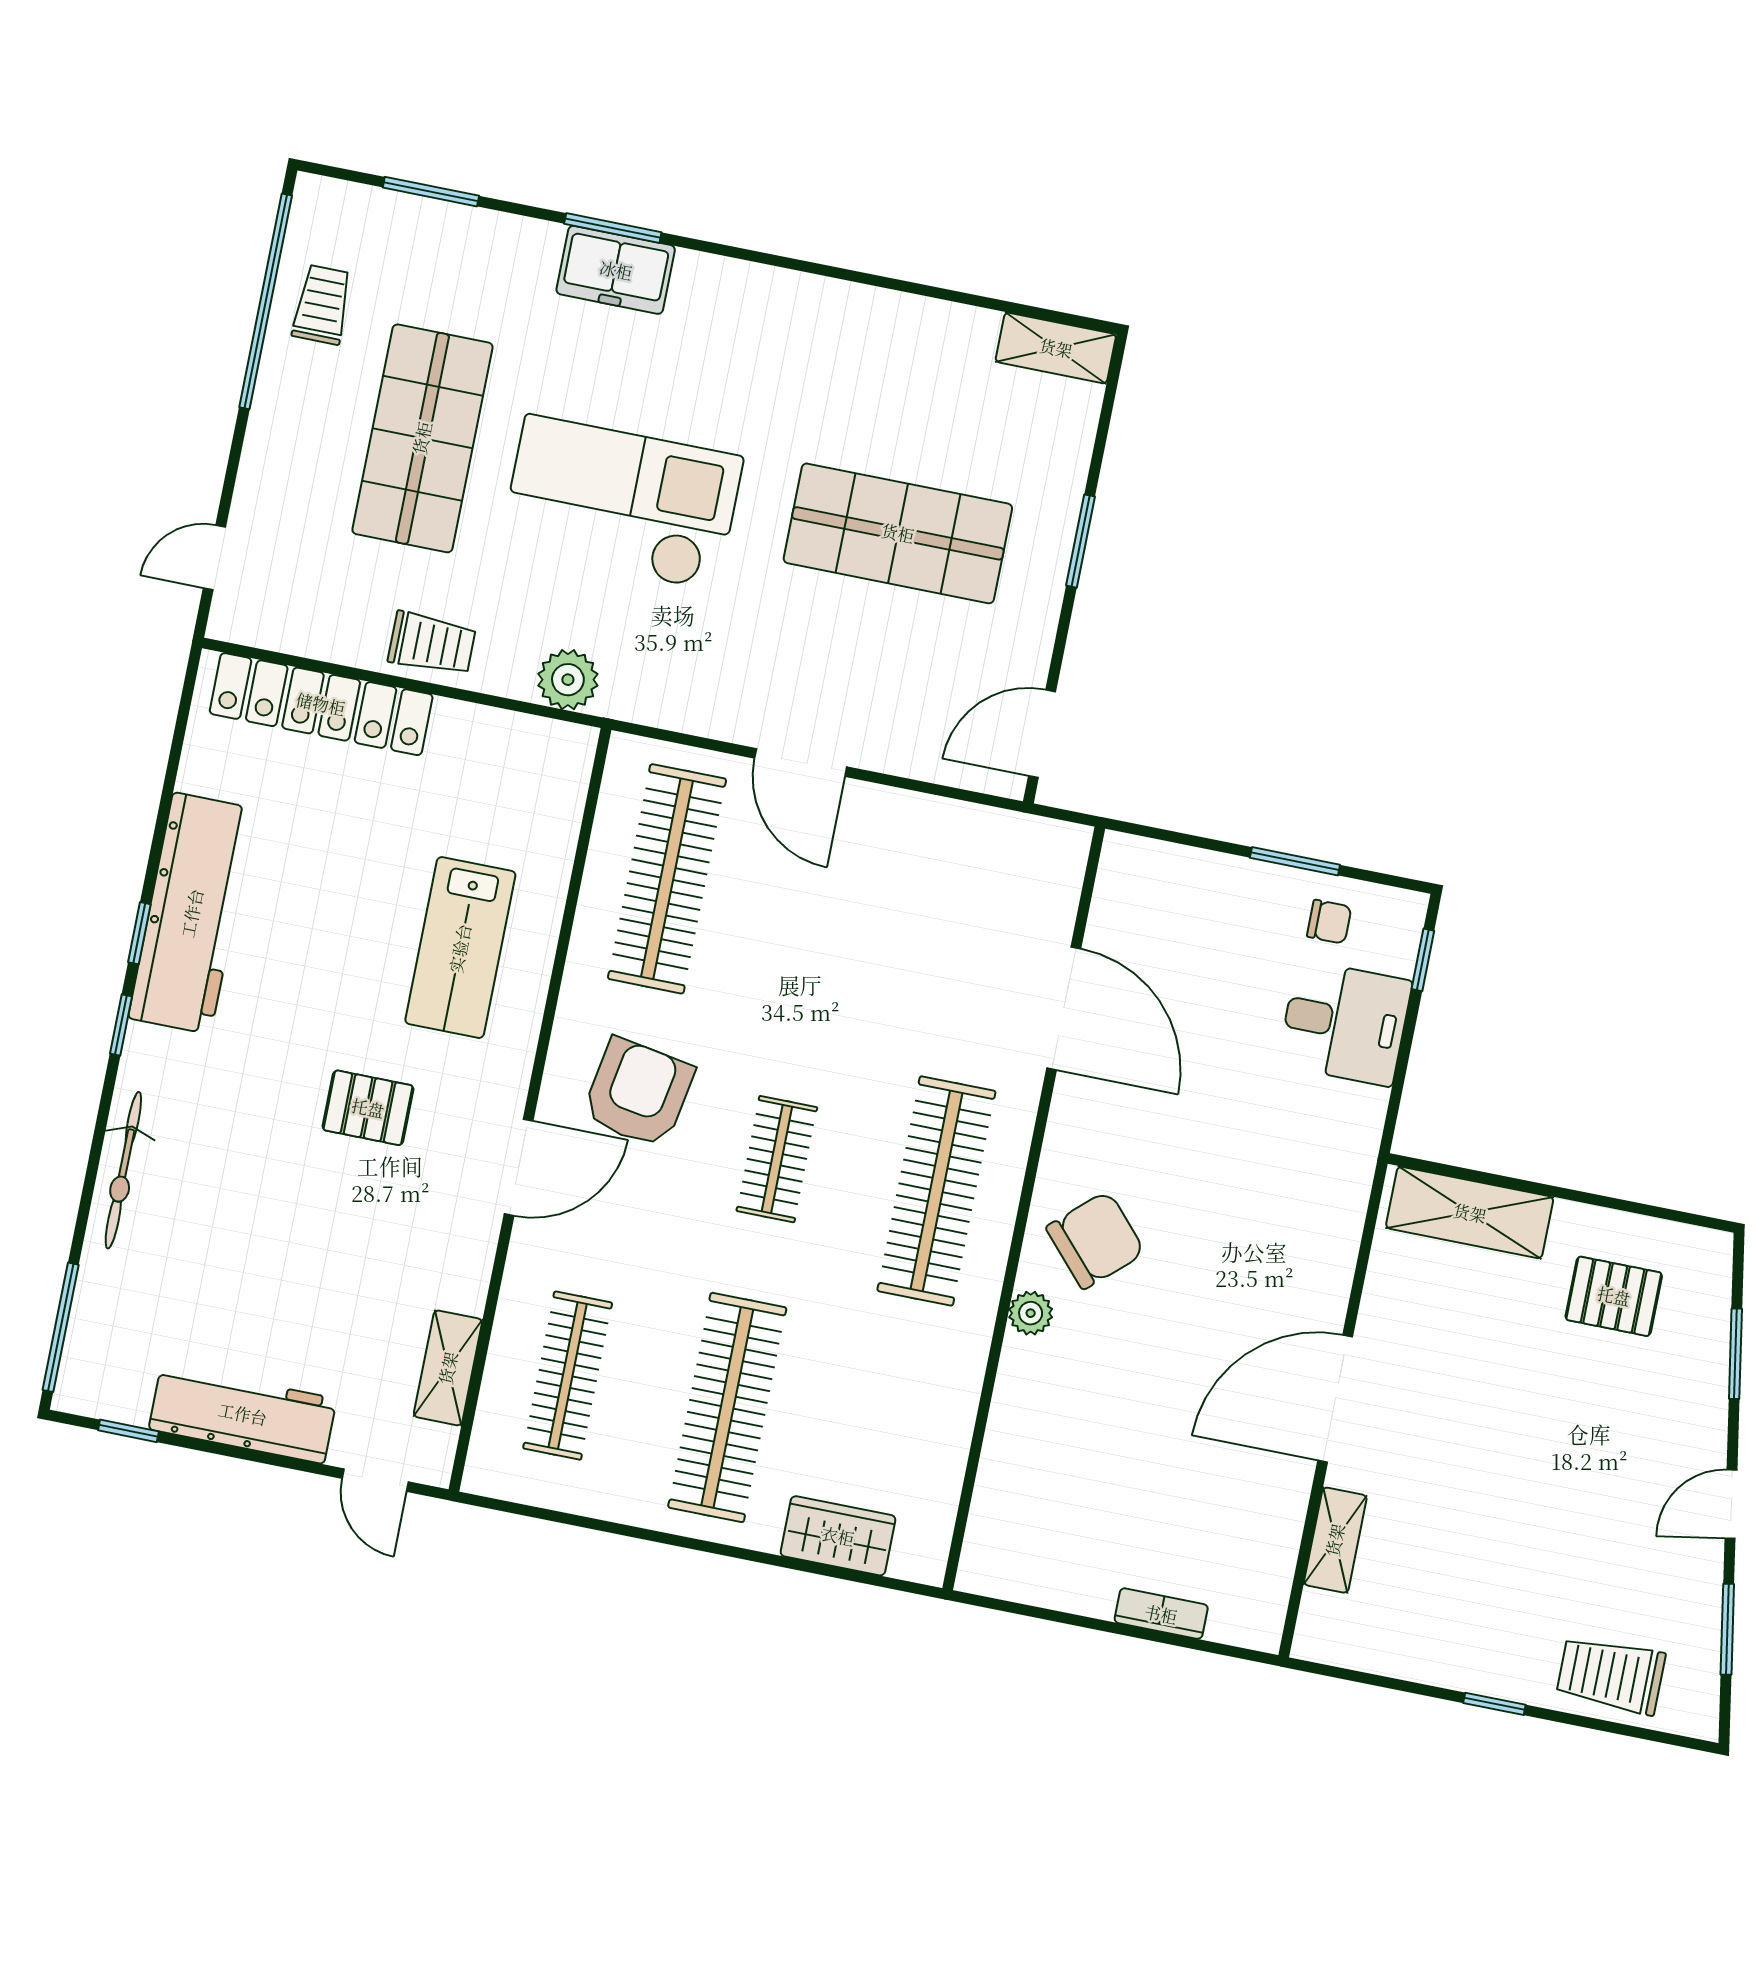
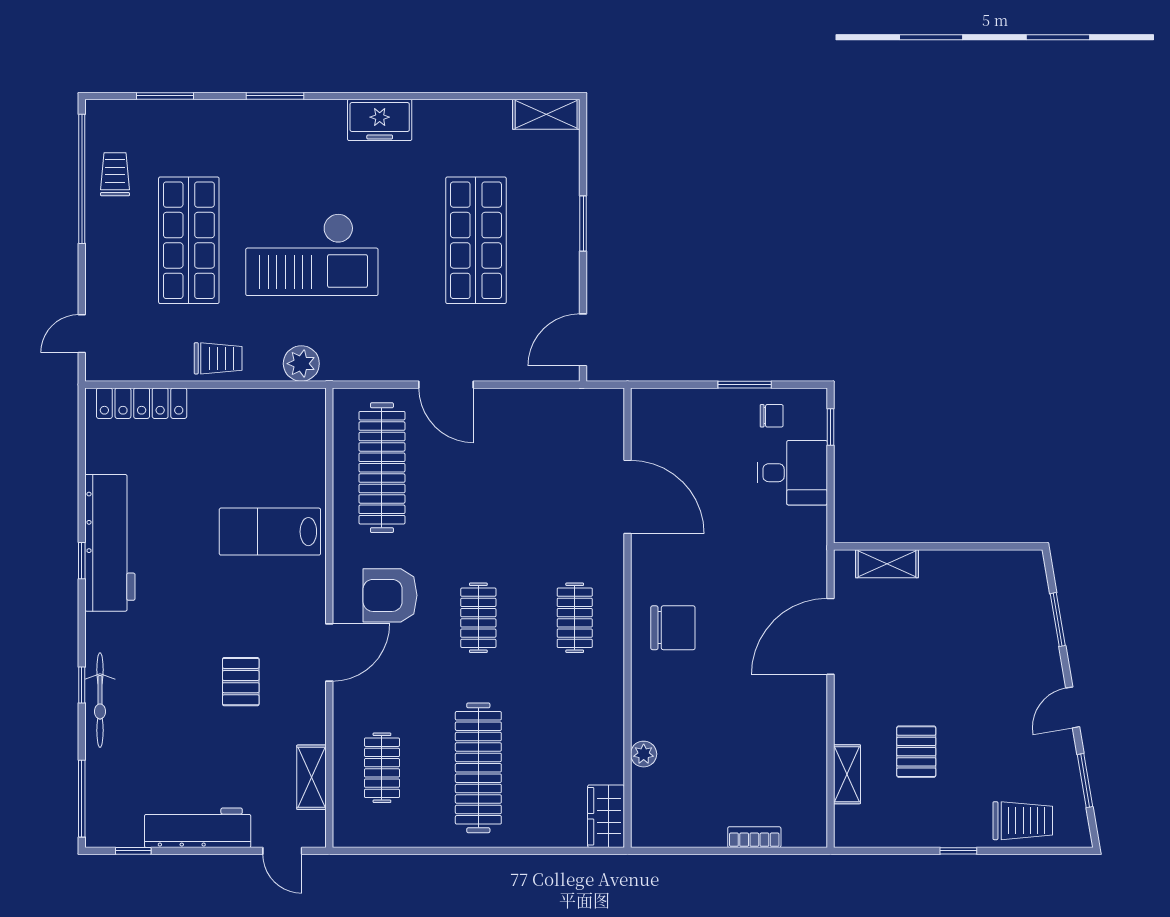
freezer: (616, 270) -> (380, 120), moved
checkout: (621, 503) -> (312, 255), turned 180
shop shelf: (898, 533) -> (476, 240), turned 90
locker: (321, 704) -> (142, 403), width x0.71, depth x0.83
lab bench: (460, 948) -> (270, 532), turned 90
window: (121, 1025) -> (82, 685), moved
armchair: (638, 1093) -> (390, 595), turned -100
pallet: (368, 1108) -> (241, 682), moved, turned 90
clothes rail: (936, 1191) -> (575, 618), width x0.54, depth x0.76
shelving: (1470, 1213) -> (887, 564), width x0.67, depth x0.75
chair: (1096, 1240) -> (673, 628), turned 42
pallet: (1614, 1296) -> (916, 752), moved, turned 90
plant: (1031, 1313) -> (644, 754), moved
clothes rail: (568, 1376) -> (382, 768), width x0.73
door: (1335, 1399) -> (830, 636), moved
wardrobe: (838, 1536) -> (606, 816), moved, turned -90
trolley: (1611, 1675) -> (1023, 821), turned 180

